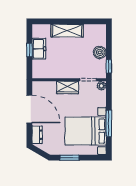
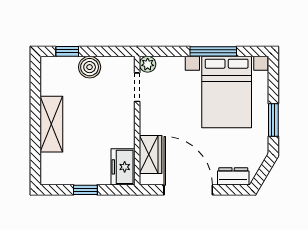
freezer: (39, 49) -> (123, 167), moved, turned -90
window: (109, 66) -> (67, 51), moved
wardrobe: (68, 87) -> (151, 154), moved
door: (29, 109) -> (188, 190), hinge flipped

